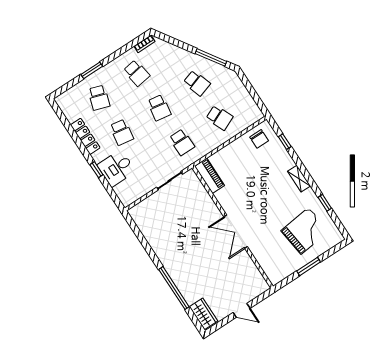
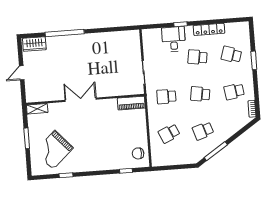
shelving: (299, 179) -> (37, 109), moved
grand piano: (305, 231) -> (54, 150), turned 55

